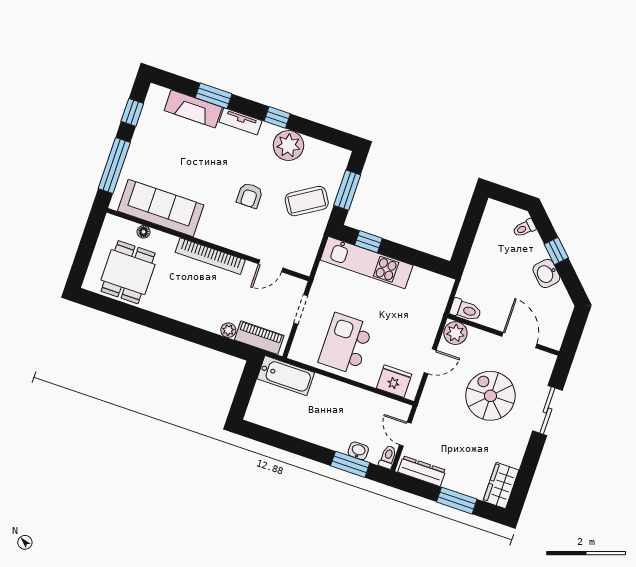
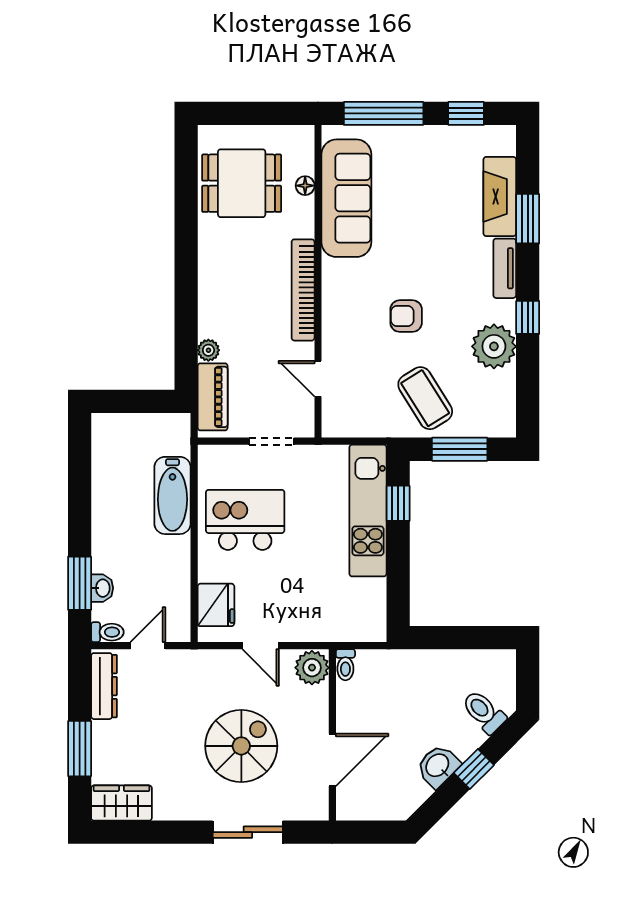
toilet: (524, 228) -> (484, 712), width x1.37, depth x1.39
toilet: (466, 310) -> (345, 665), width x0.73, depth x0.72
bathtub: (286, 376) -> (172, 495), moved

